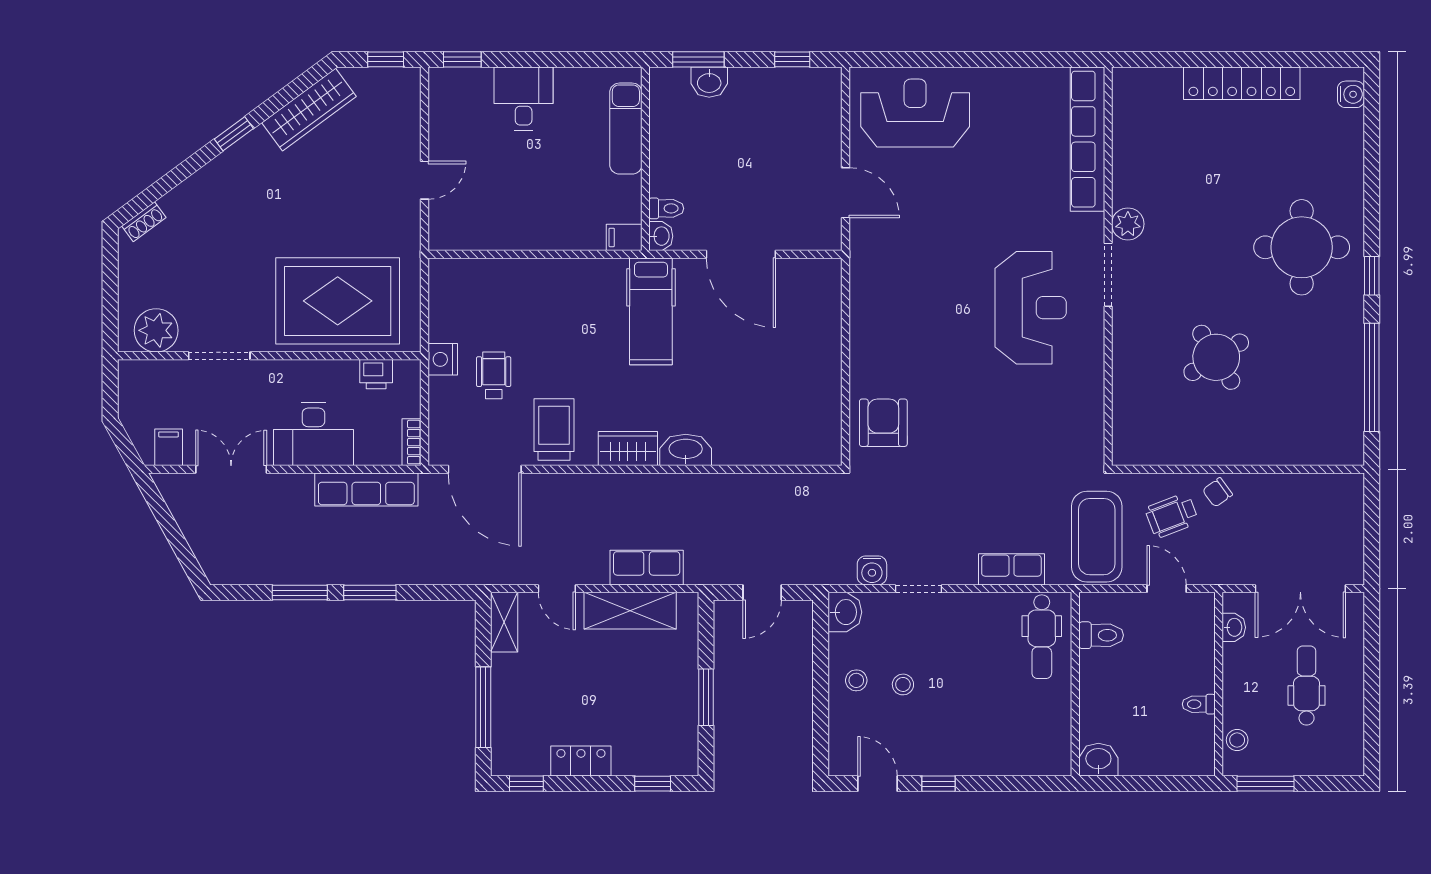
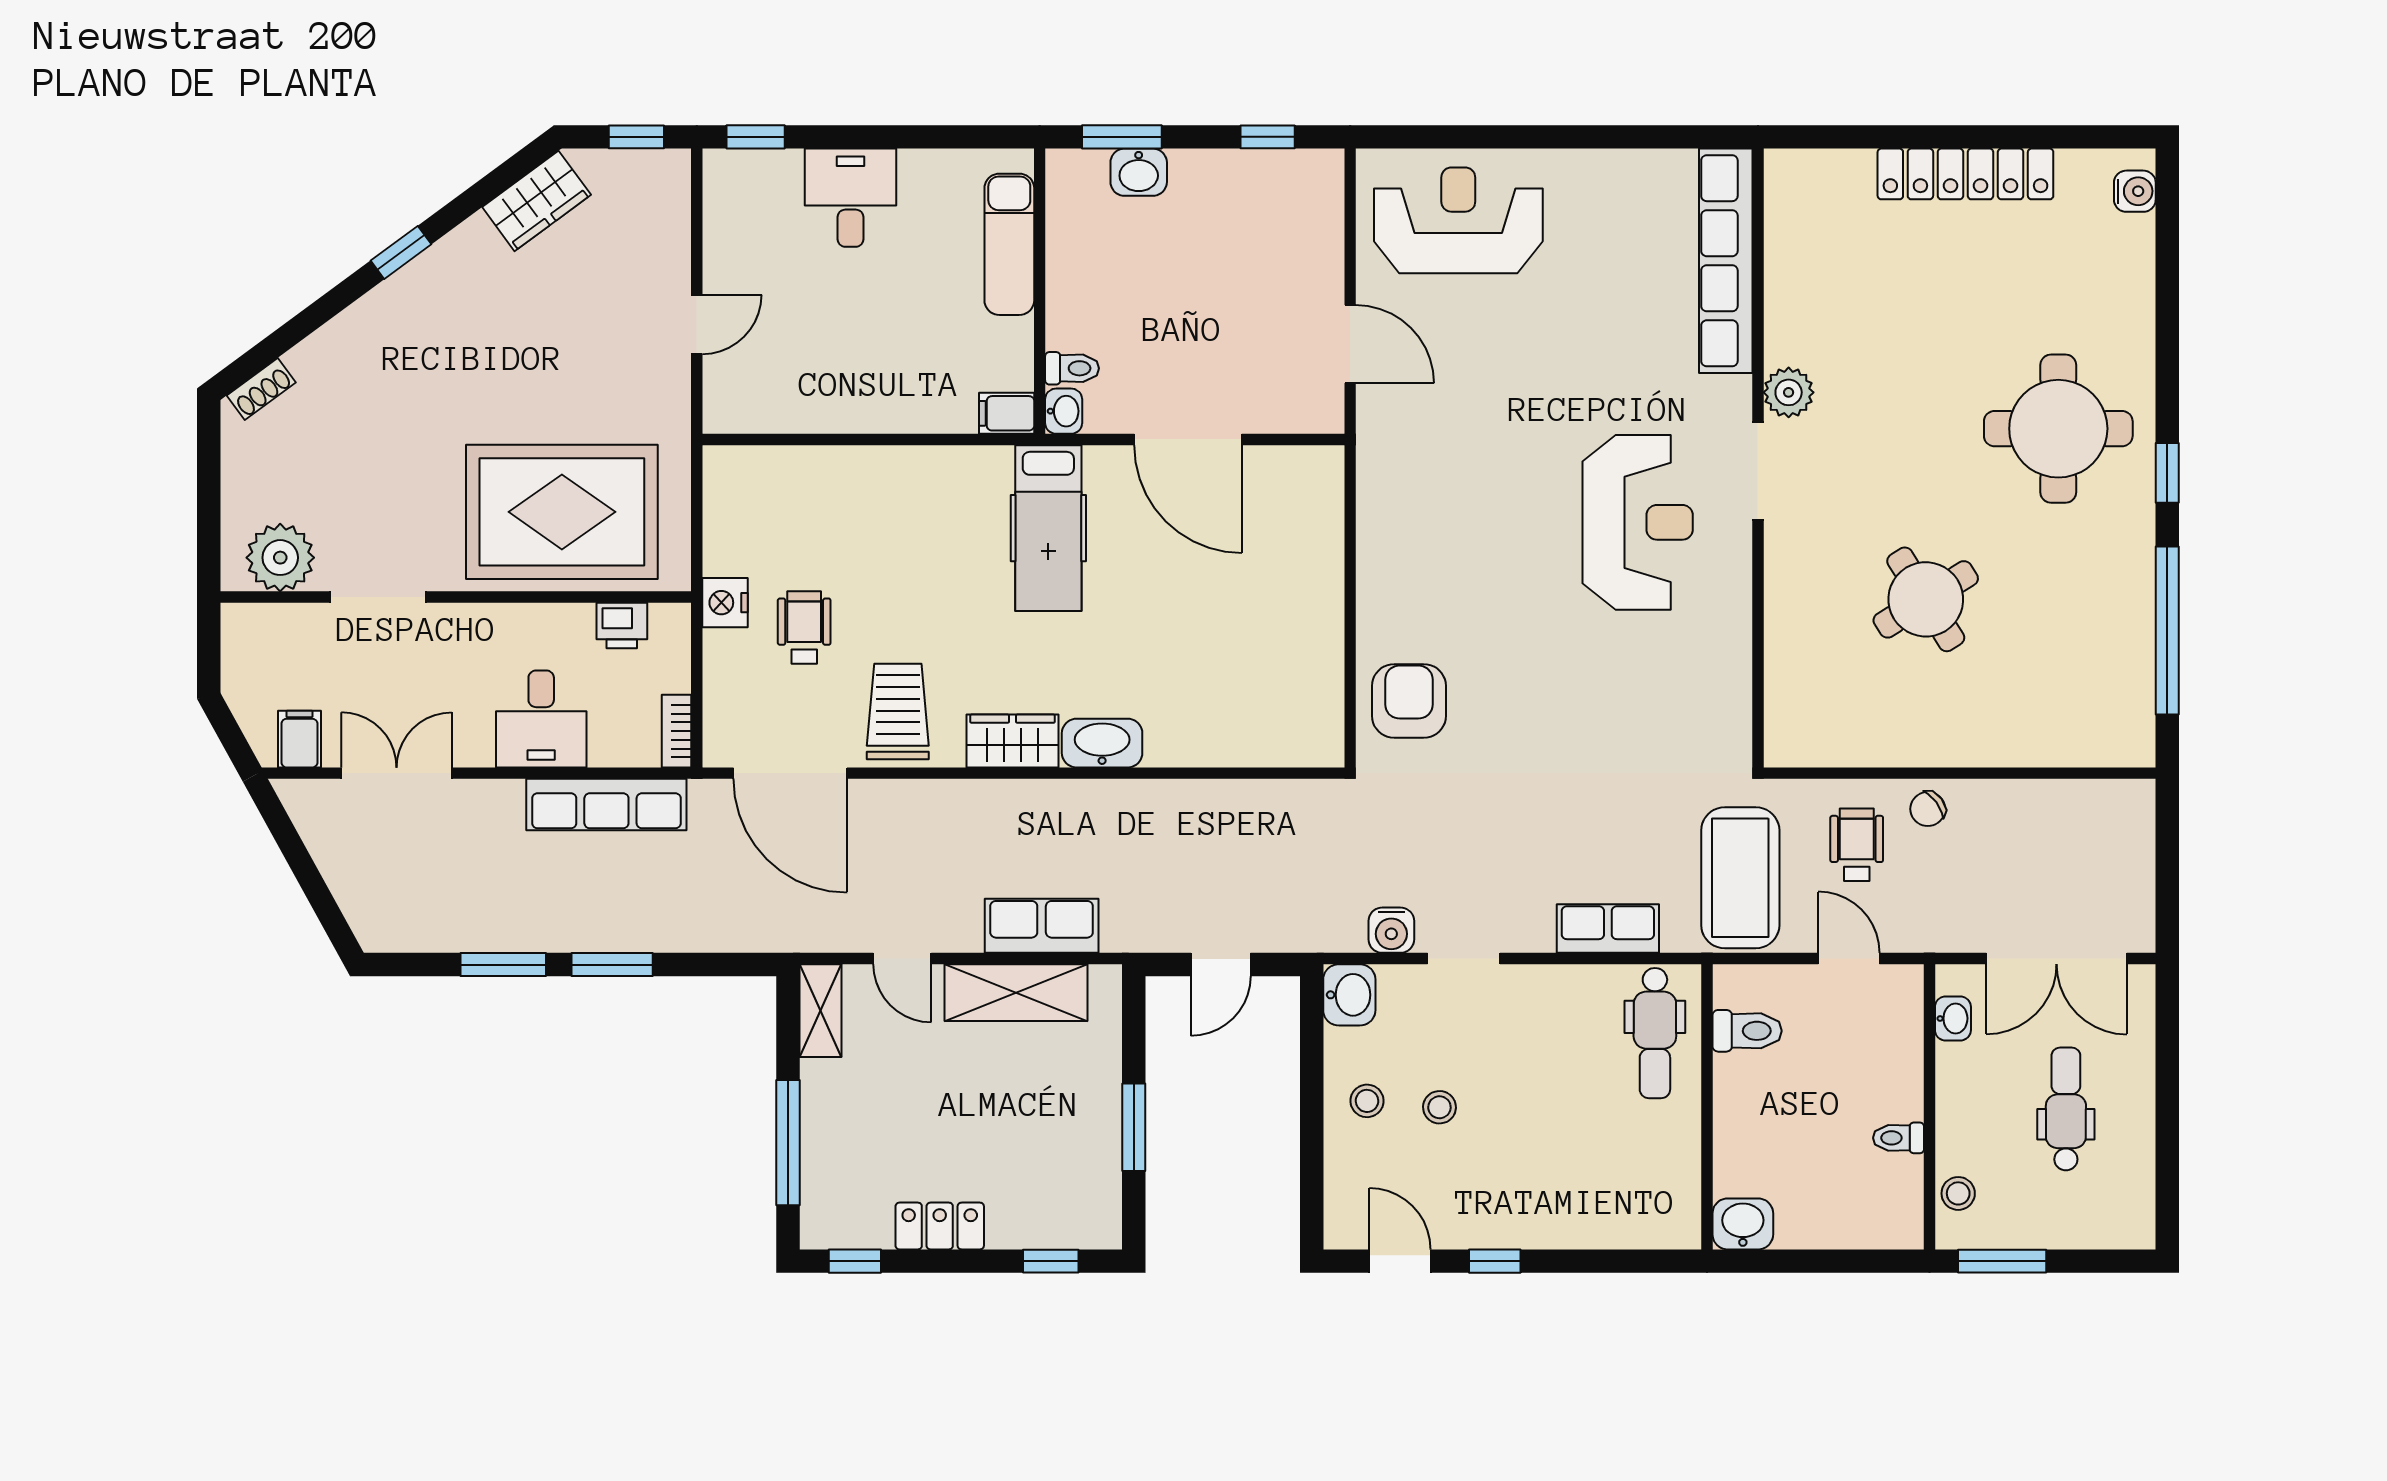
wardrobe: (309, 110) -> (537, 201), width x0.67
desk: (313, 434) -> (541, 719), width x0.73
wheelchair: (1172, 515) -> (1857, 845), turned 111

